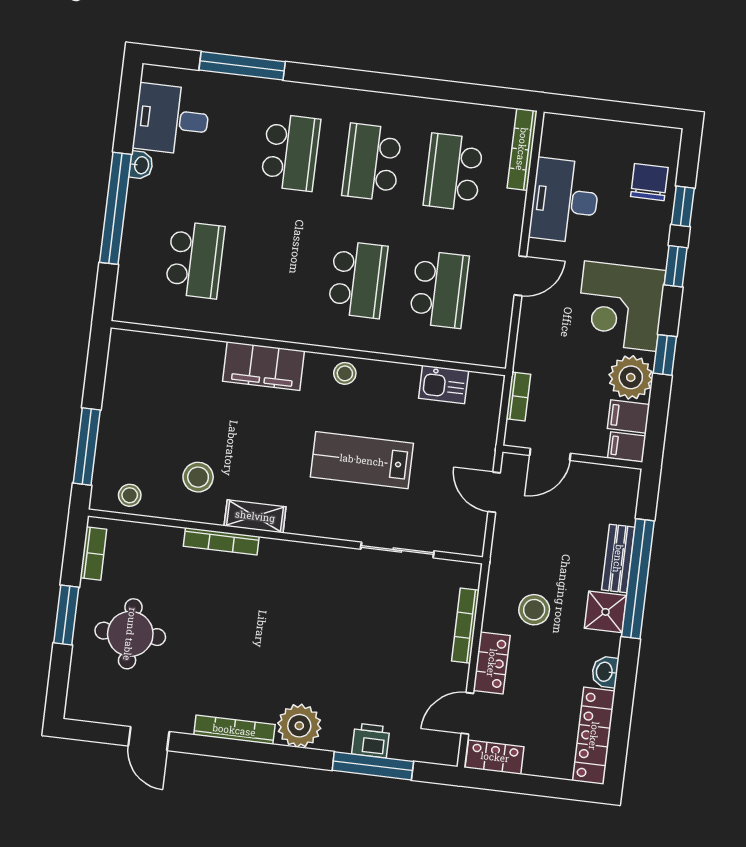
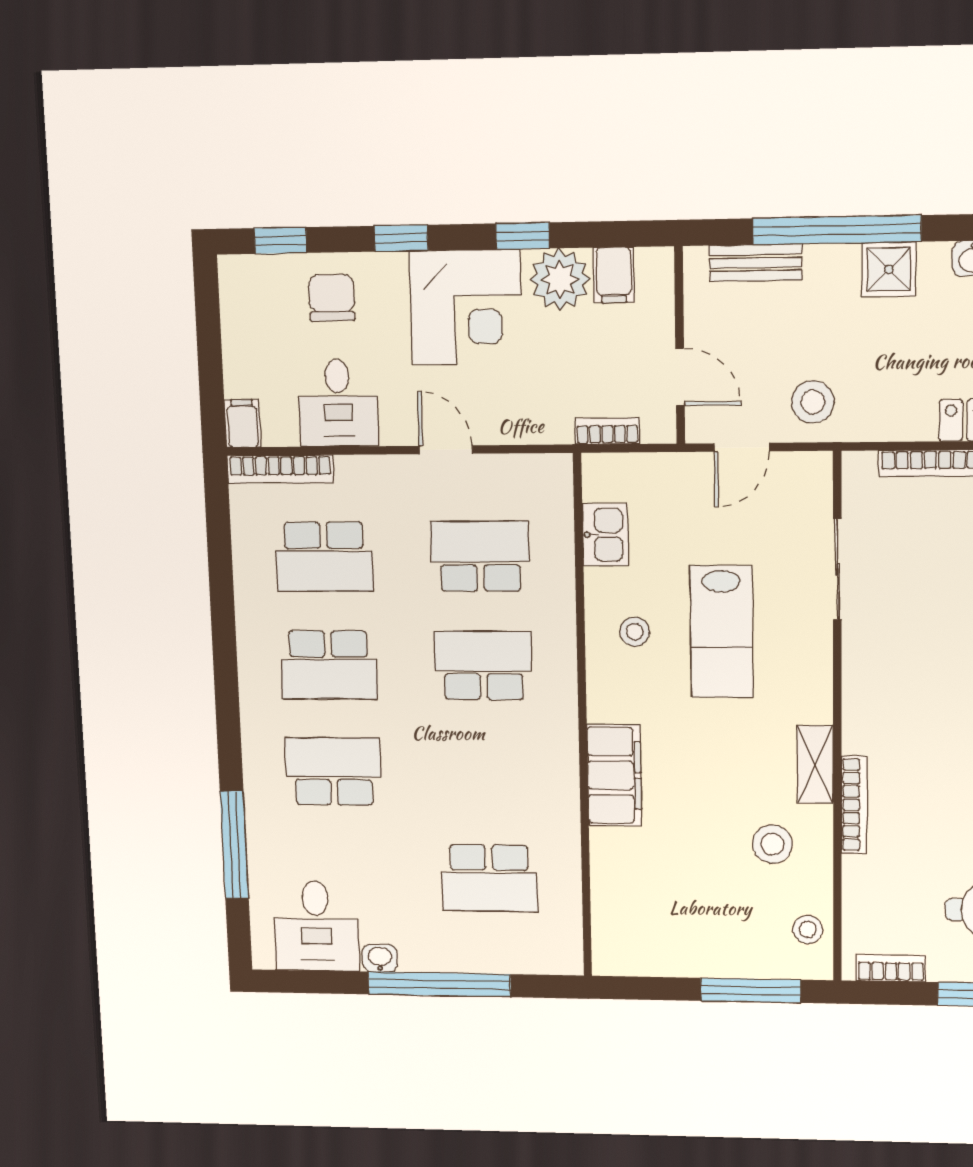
chair: (649, 182) -> (332, 298), moved, turned 90
desk: (565, 201) -> (338, 403), width x0.73
window: (683, 206) -> (281, 241), moved
school desk: (195, 260) -> (489, 878), turned 180
stool: (345, 373) -> (635, 632), moved
filing cabinet: (627, 447) -> (243, 423), moved, turned 180
bench: (618, 559) -> (756, 263), moved
stool: (534, 610) -> (813, 402), moved

